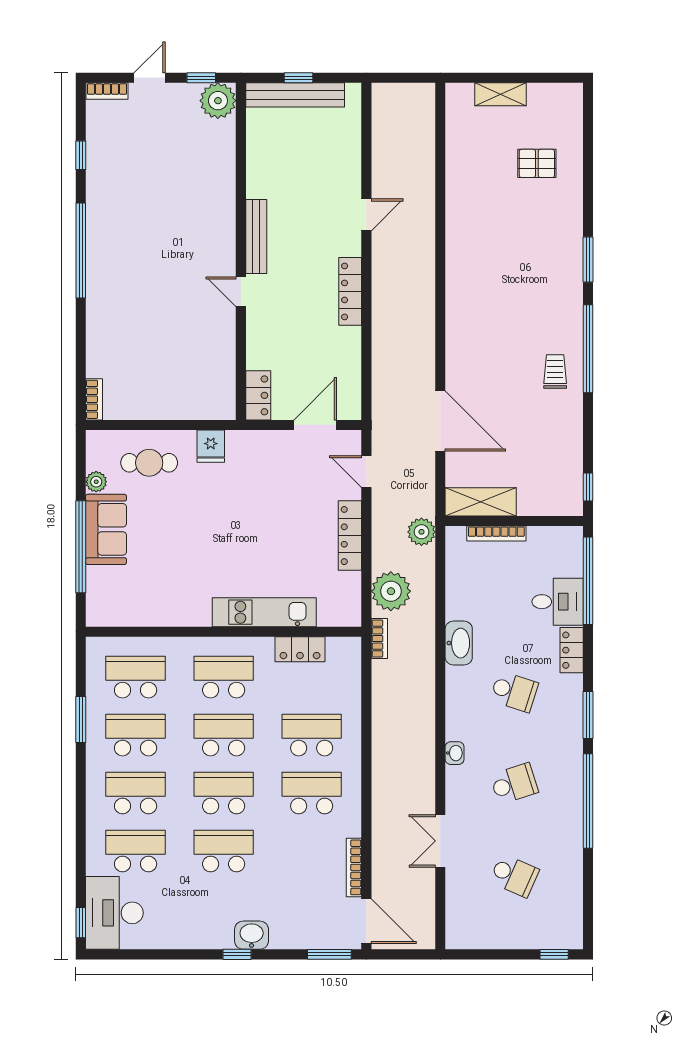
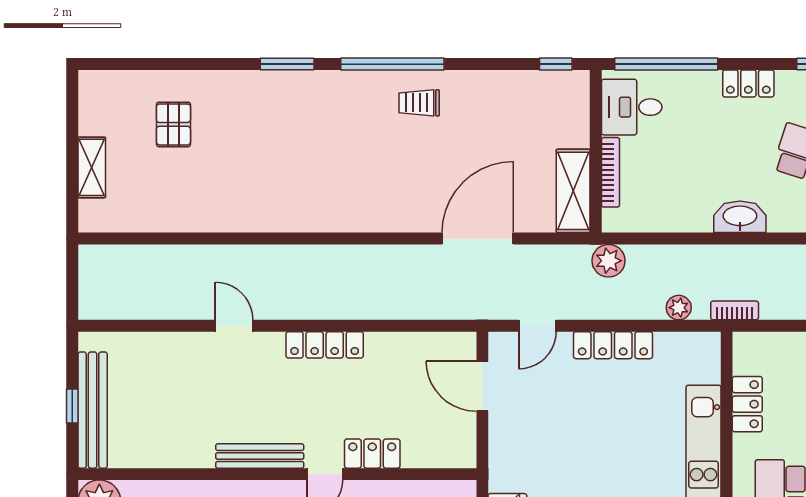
locker: (258, 395) -> (372, 454), moved
plant: (391, 591) -> (679, 308), width x0.53, depth x0.53
desk: (558, 602) -> (632, 107), moved, turned -90

